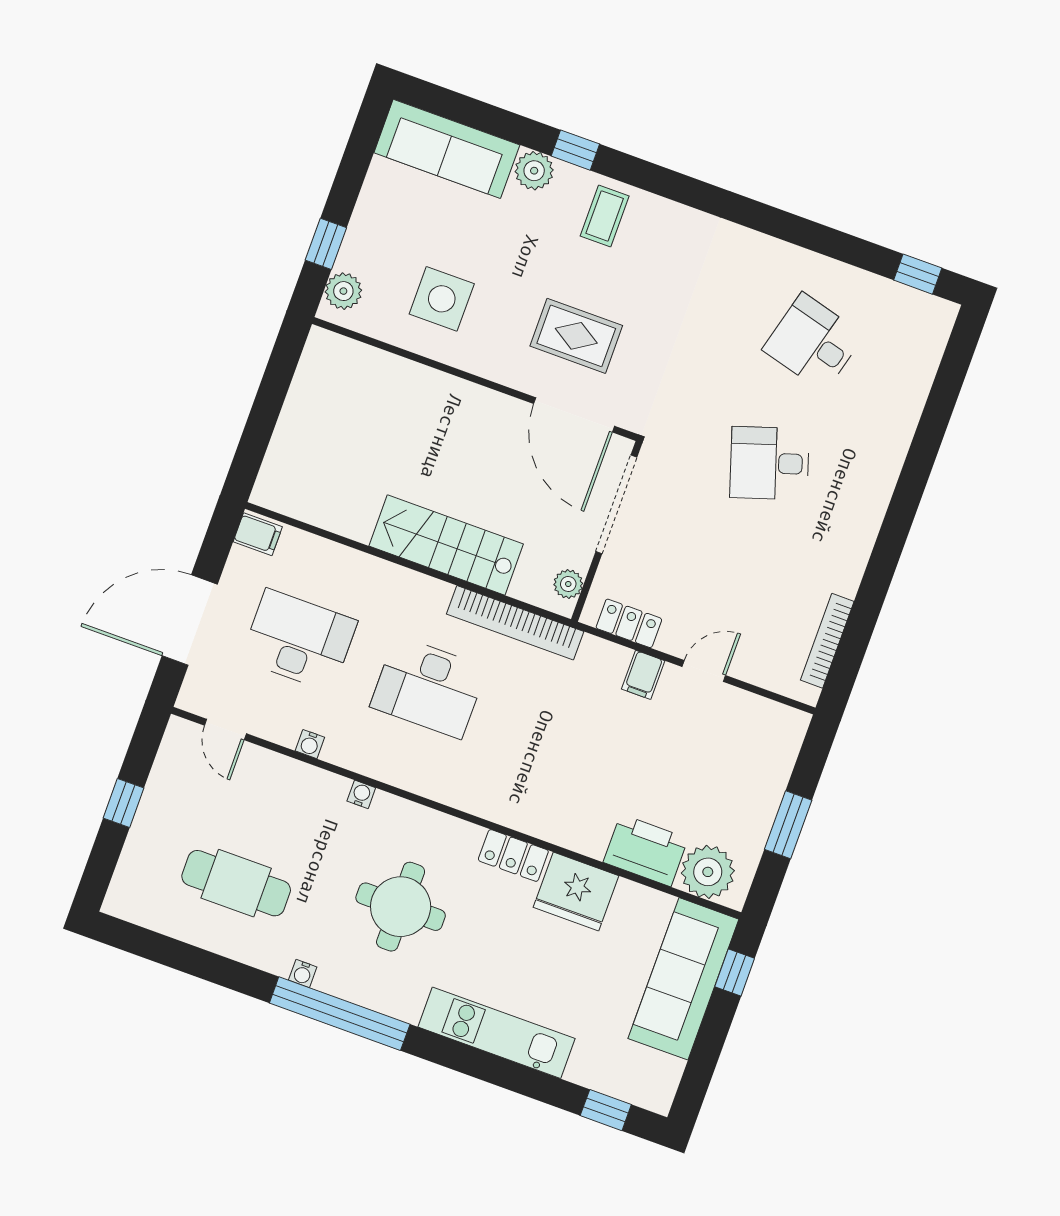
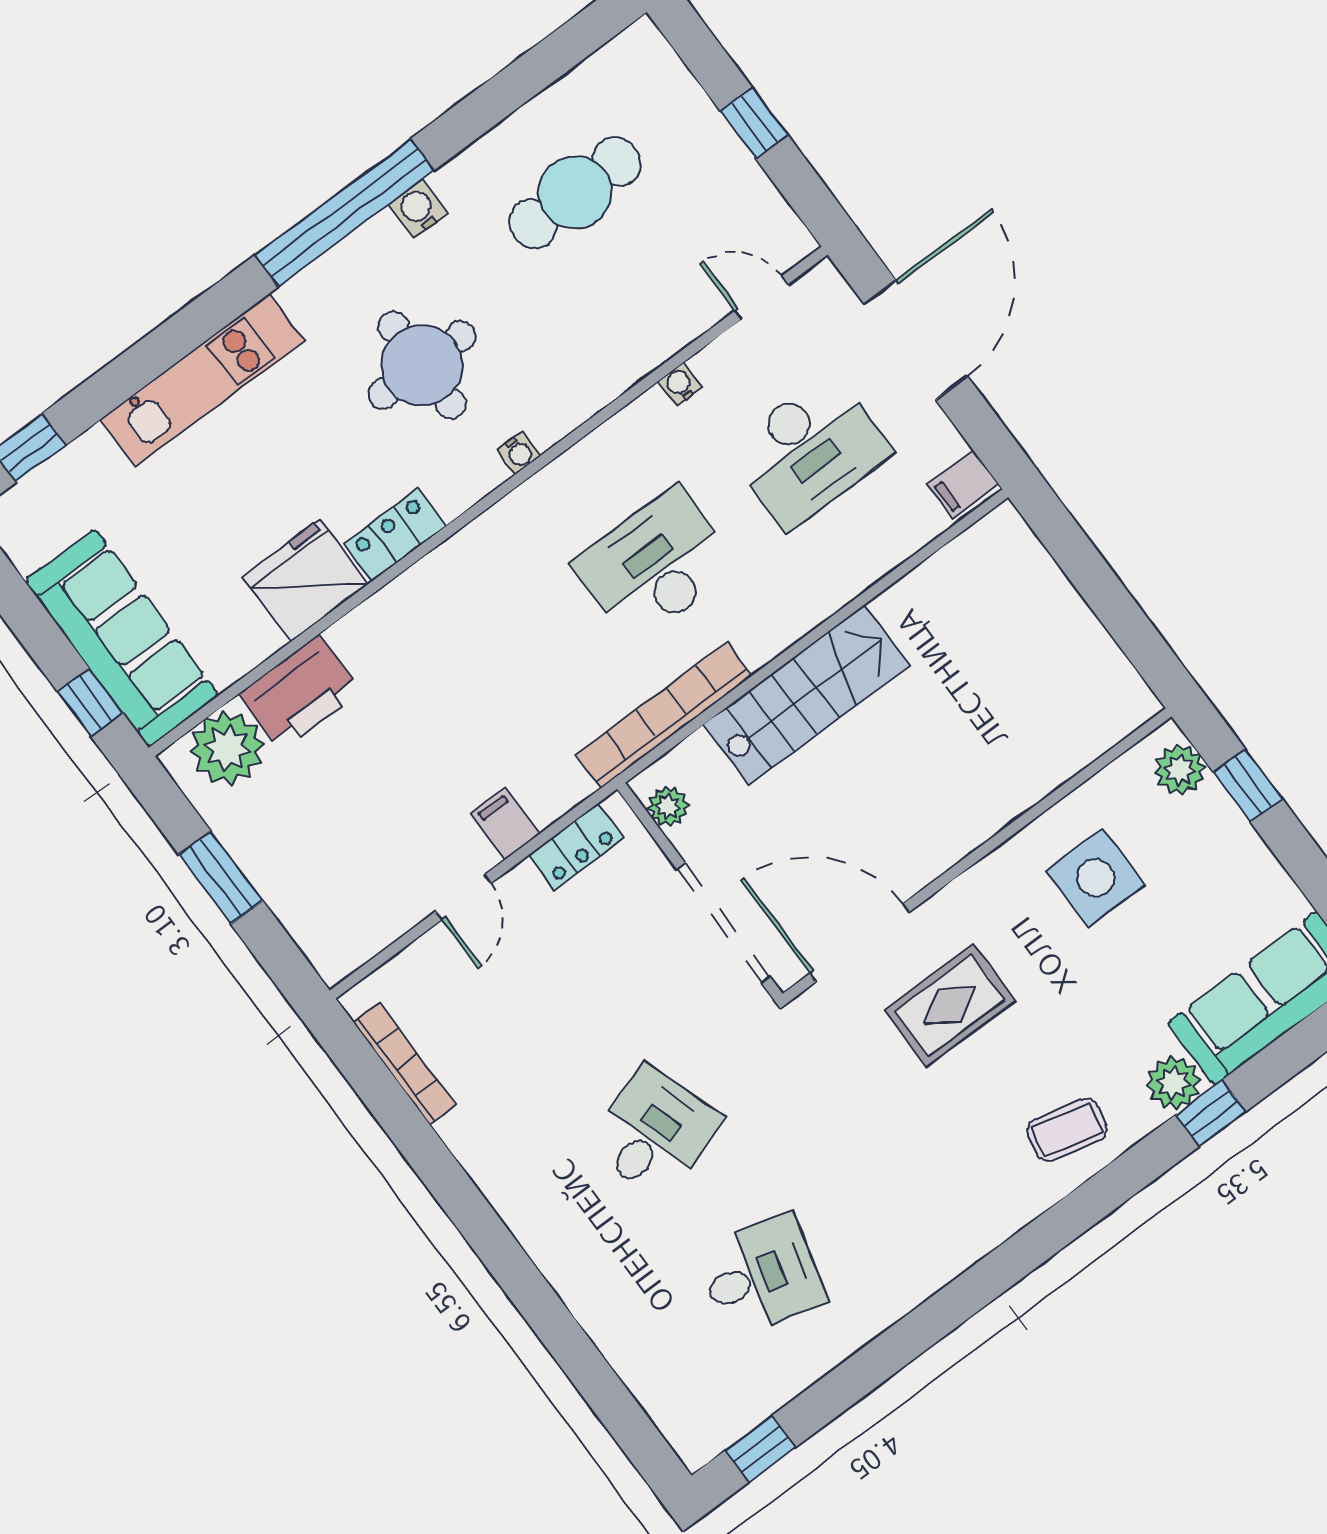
window: (575, 150) -> (1211, 1113), moved
coffee table: (605, 216) -> (1067, 1130), turned -76
water cooler: (361, 794) -> (519, 453), moved
water cooler: (303, 974) -> (418, 209), width x1.38, depth x1.38

